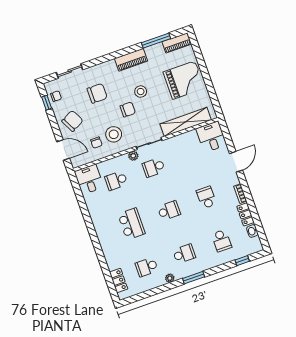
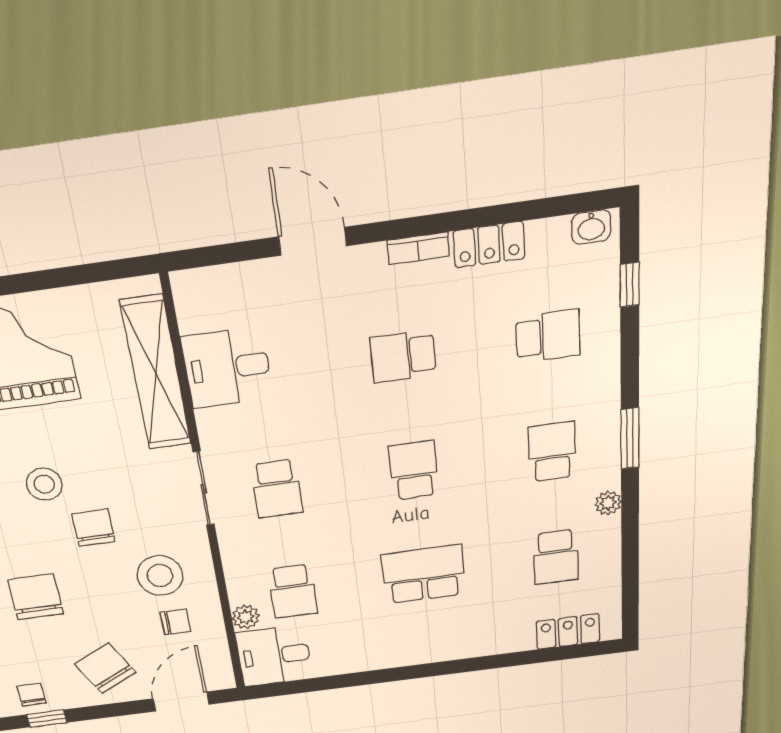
desk: (211, 137) -> (227, 368), moved
plant: (133, 156) -> (246, 617), moved
washbasin: (252, 231) -> (591, 227), moved

